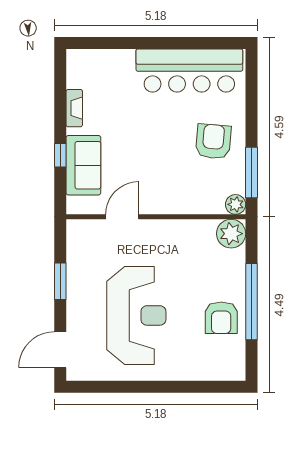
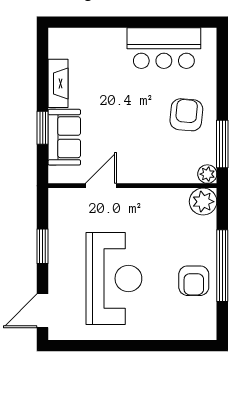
bar counter: (189, 71) -> (164, 48), width x0.73
fireplace: (74, 108) -> (58, 83), width x1.37, depth x1.32
window: (60, 155) -> (43, 128), width x1.50

